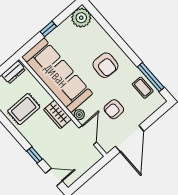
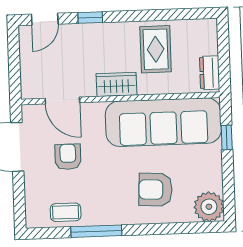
window: (48, 29) -> (227, 138), moved
armchair: (105, 65) -> (155, 190), moved
window: (151, 77) -> (96, 231), moved
plant: (79, 115) -> (95, 110), removed

